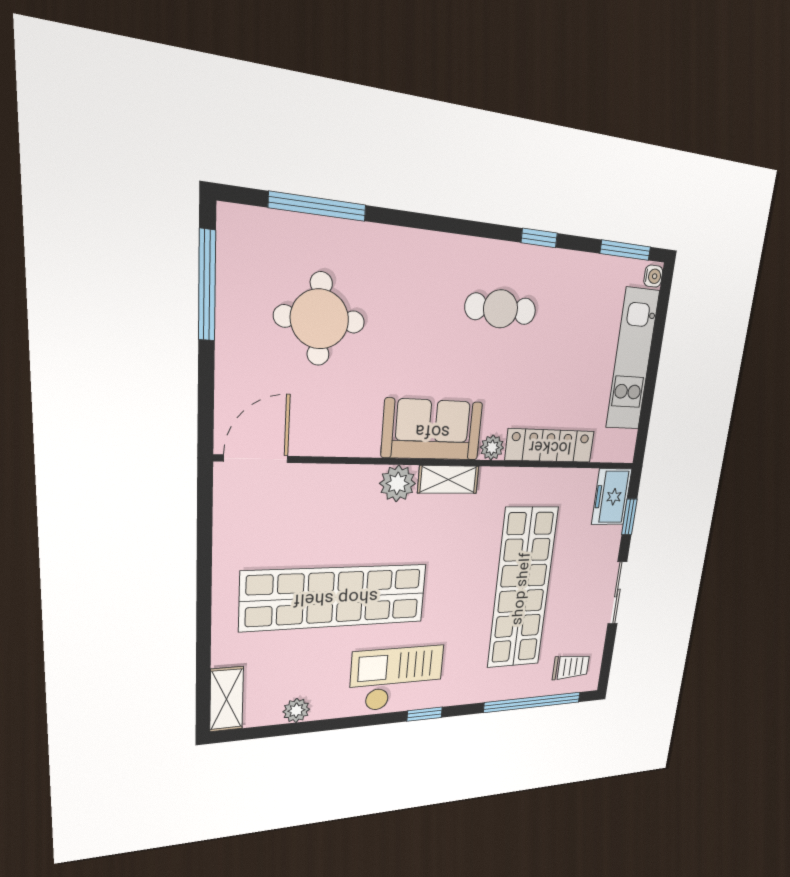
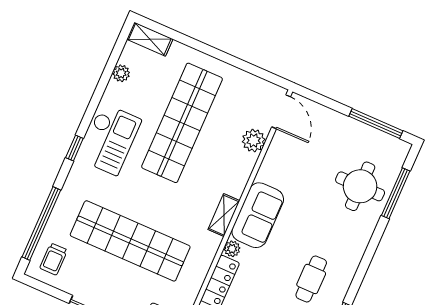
round table: (320, 319) -> (360, 186), moved
plant: (398, 483) -> (254, 140), moved

